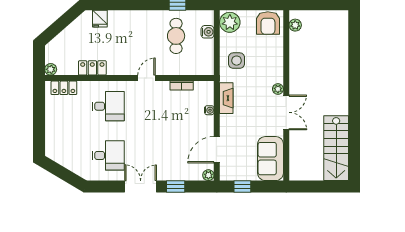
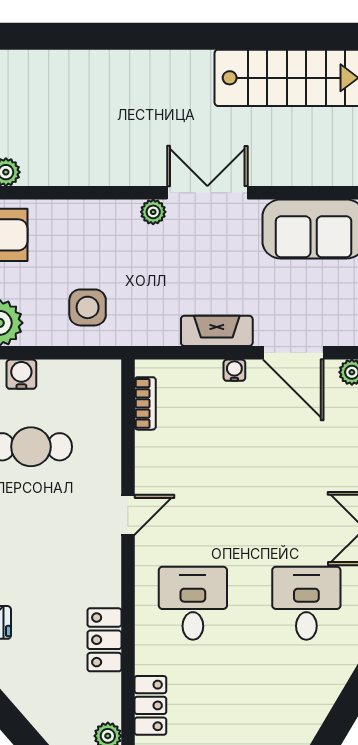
door: (147, 78) -> (128, 515), swing flipped
bookcase: (182, 86) -> (145, 403), moved
fireplace: (226, 98) -> (217, 331), moved
water cooler: (209, 110) -> (234, 370), moved

